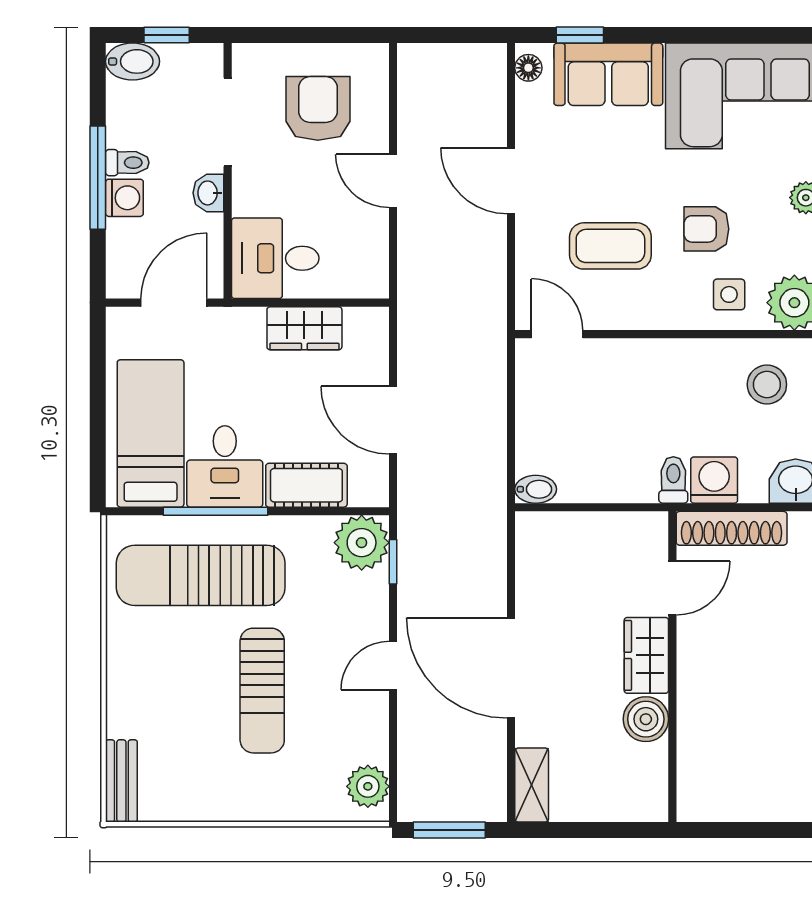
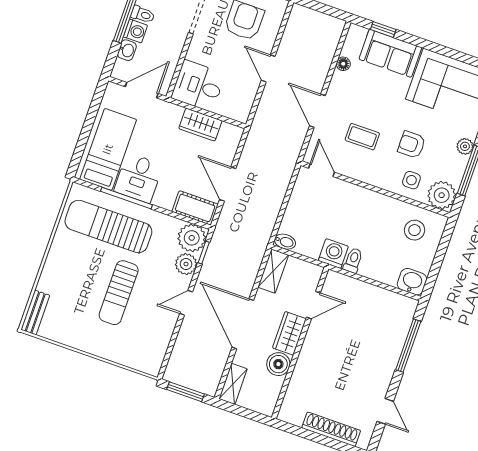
floor lamp: (528, 68) -> (343, 64), moved
door: (511, 181) -> (317, 111), moved
washbasin: (208, 193) -> (127, 50), moved, turned 180
coffee table: (610, 246) -> (362, 137), width x0.73, depth x0.77
washing machine: (714, 480) -> (333, 254), moved
cot: (306, 485) -> (195, 208), moved
shoe rack: (732, 528) -> (331, 429), moved, turned 180
shelving: (533, 551) -> (273, 271), added
door: (672, 588) -> (313, 305), moved
wardrobe: (646, 655) -> (289, 333), moved
wall: (672, 667) -> (300, 343), moved
boiler: (646, 719) -> (278, 364), moved
plant: (368, 786) -> (186, 264), moved

